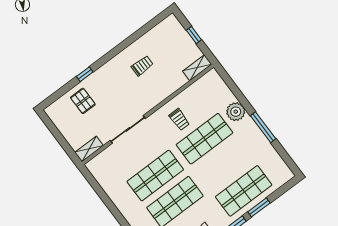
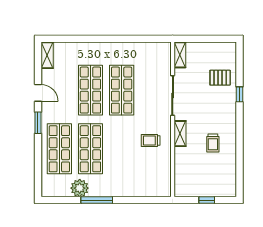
shelving: (197, 68) -> (180, 134), moved
plant: (236, 112) -> (80, 188), moved
shop shelf: (204, 139) -> (90, 149), moved
window: (259, 207) -> (38, 151), removed

